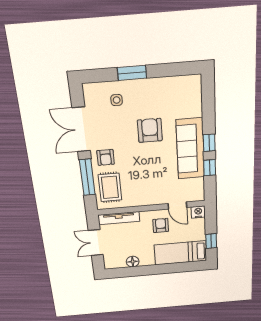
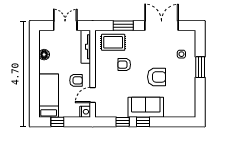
sofa: (190, 149) -> (146, 107), width x0.73
armchair: (106, 157) -> (124, 65), moved
window: (87, 177) -> (123, 26), width x0.69

